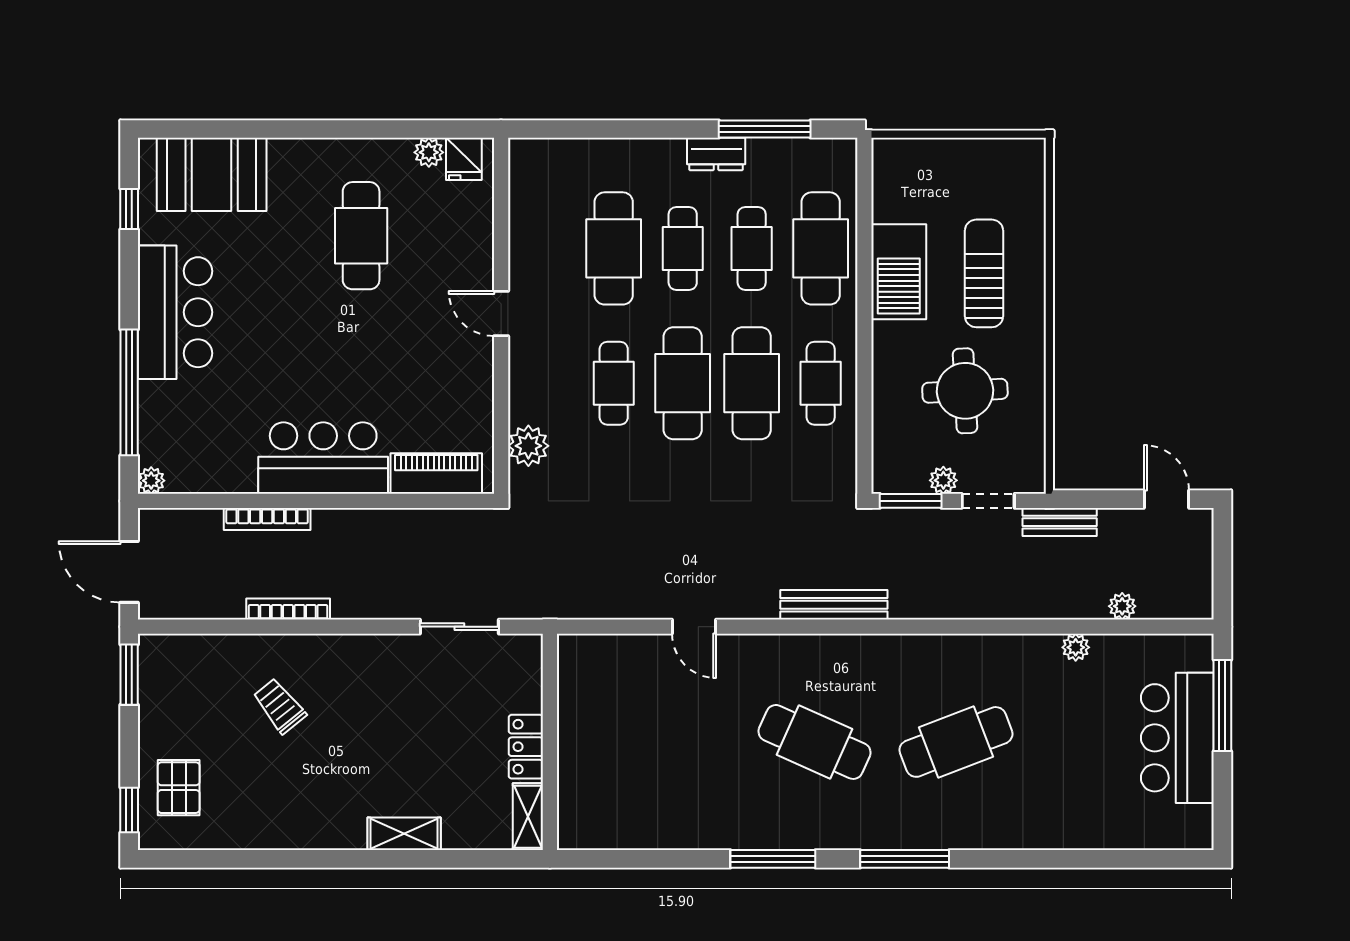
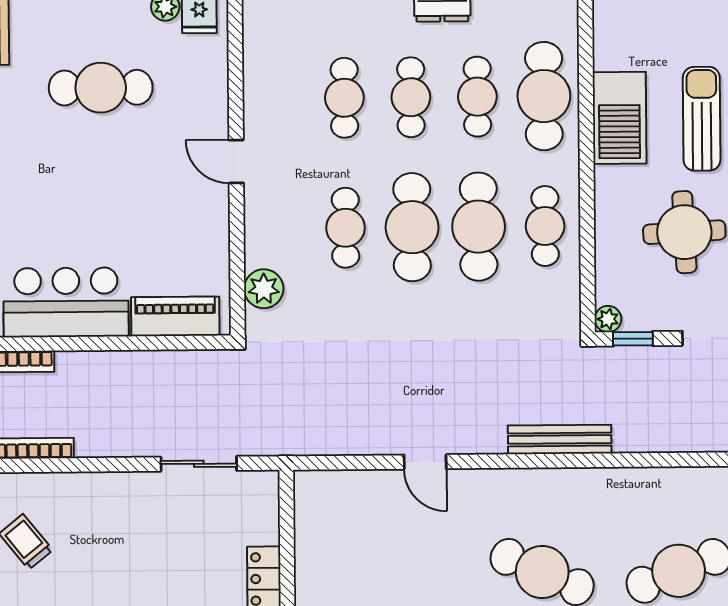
cafe table: (361, 236) -> (101, 88), turned 90
cafe table: (614, 248) -> (344, 98), width x0.73, depth x0.74
plant: (943, 480) -> (608, 319), moved
window: (911, 501) -> (633, 339), width x0.67

